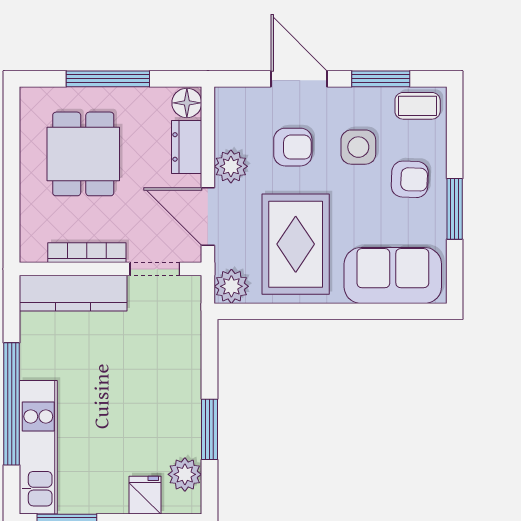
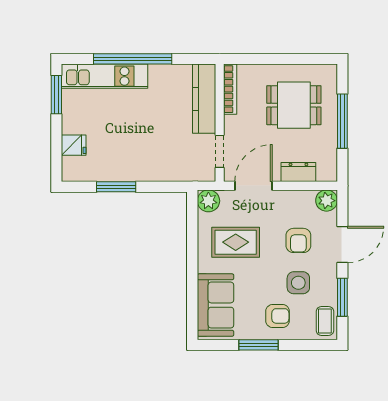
floor lamp: (187, 103) -> (327, 172), removed
plant: (231, 166) -> (327, 201), moved
armchair: (410, 179) -> (278, 316), turned -92
rug: (296, 244) -> (236, 242), width x0.73, depth x0.70
bookcase: (87, 253) -> (230, 89), moved
plant: (185, 474) -> (87, 171), removed

